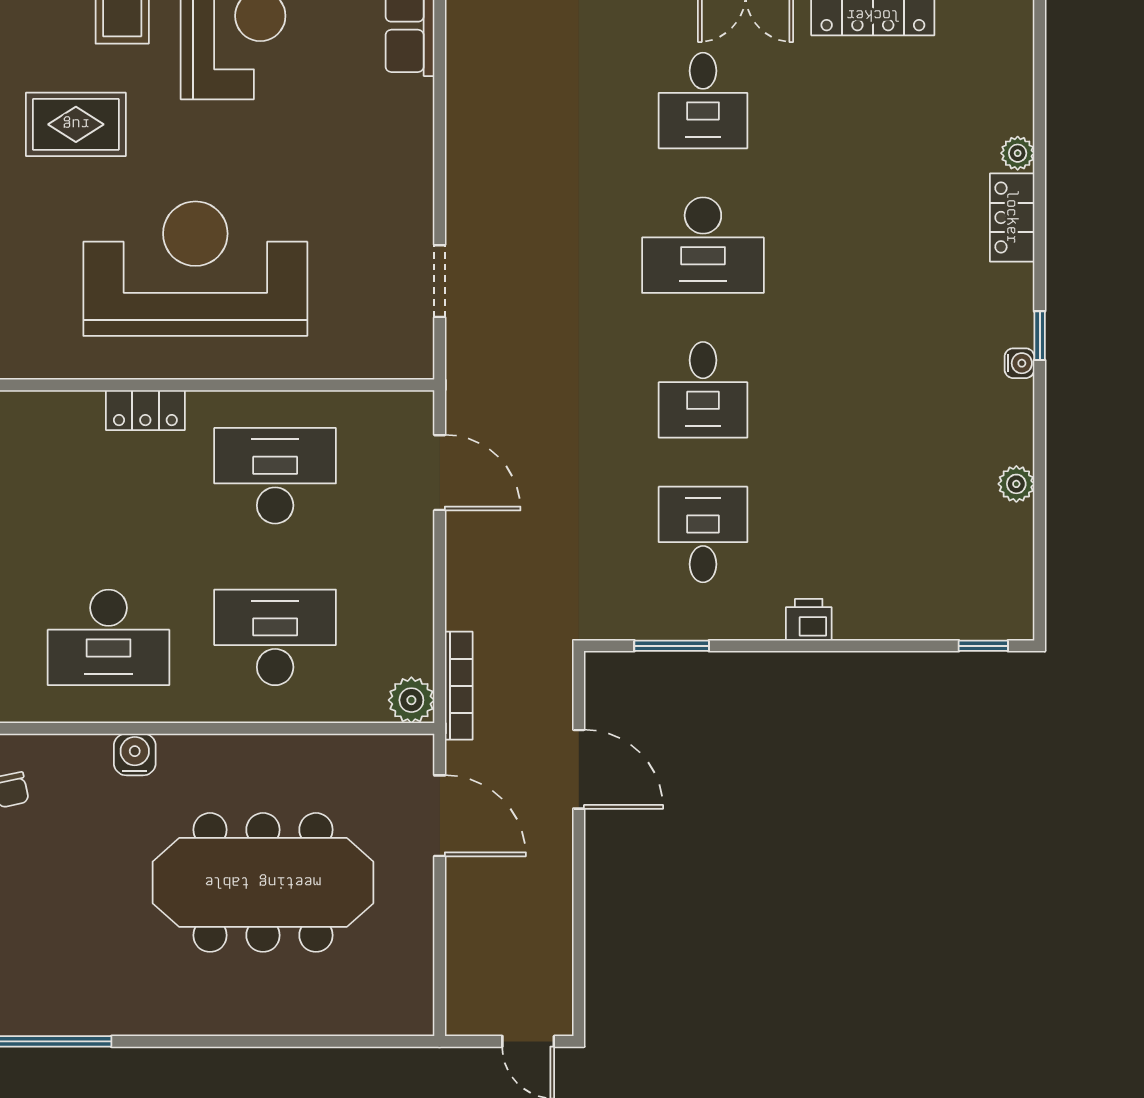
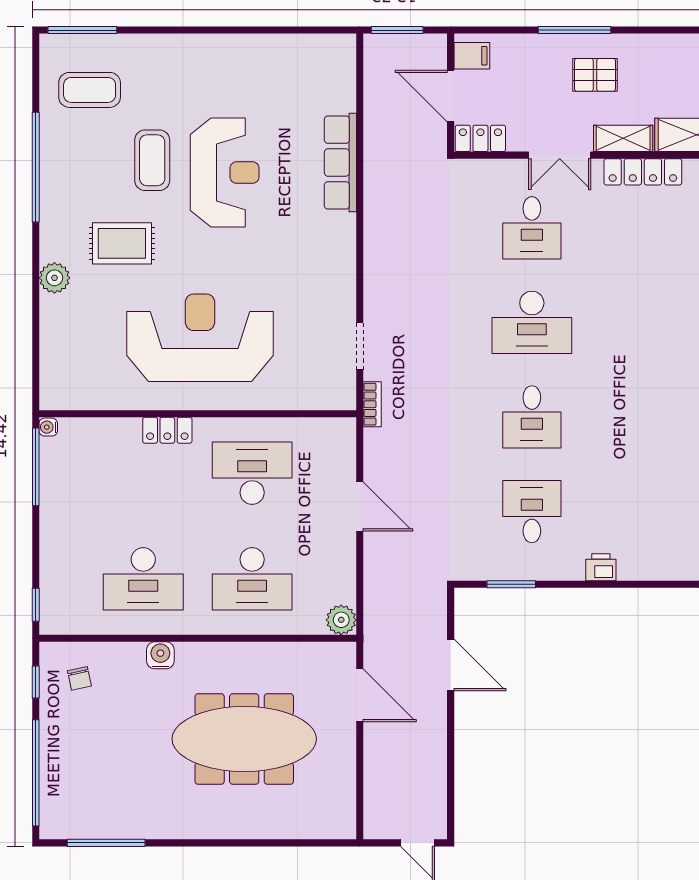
door: (440, 473) -> (360, 507), moved
desk: (275, 637) -> (252, 579), turned 180
bookcase: (459, 686) -> (372, 404), moved, width x0.64

